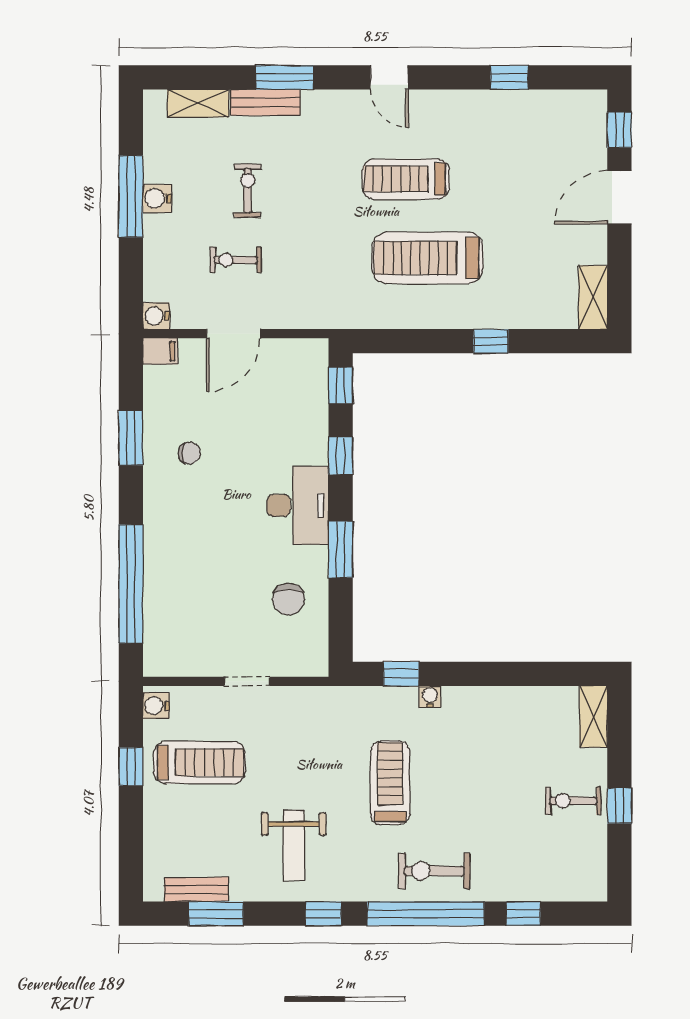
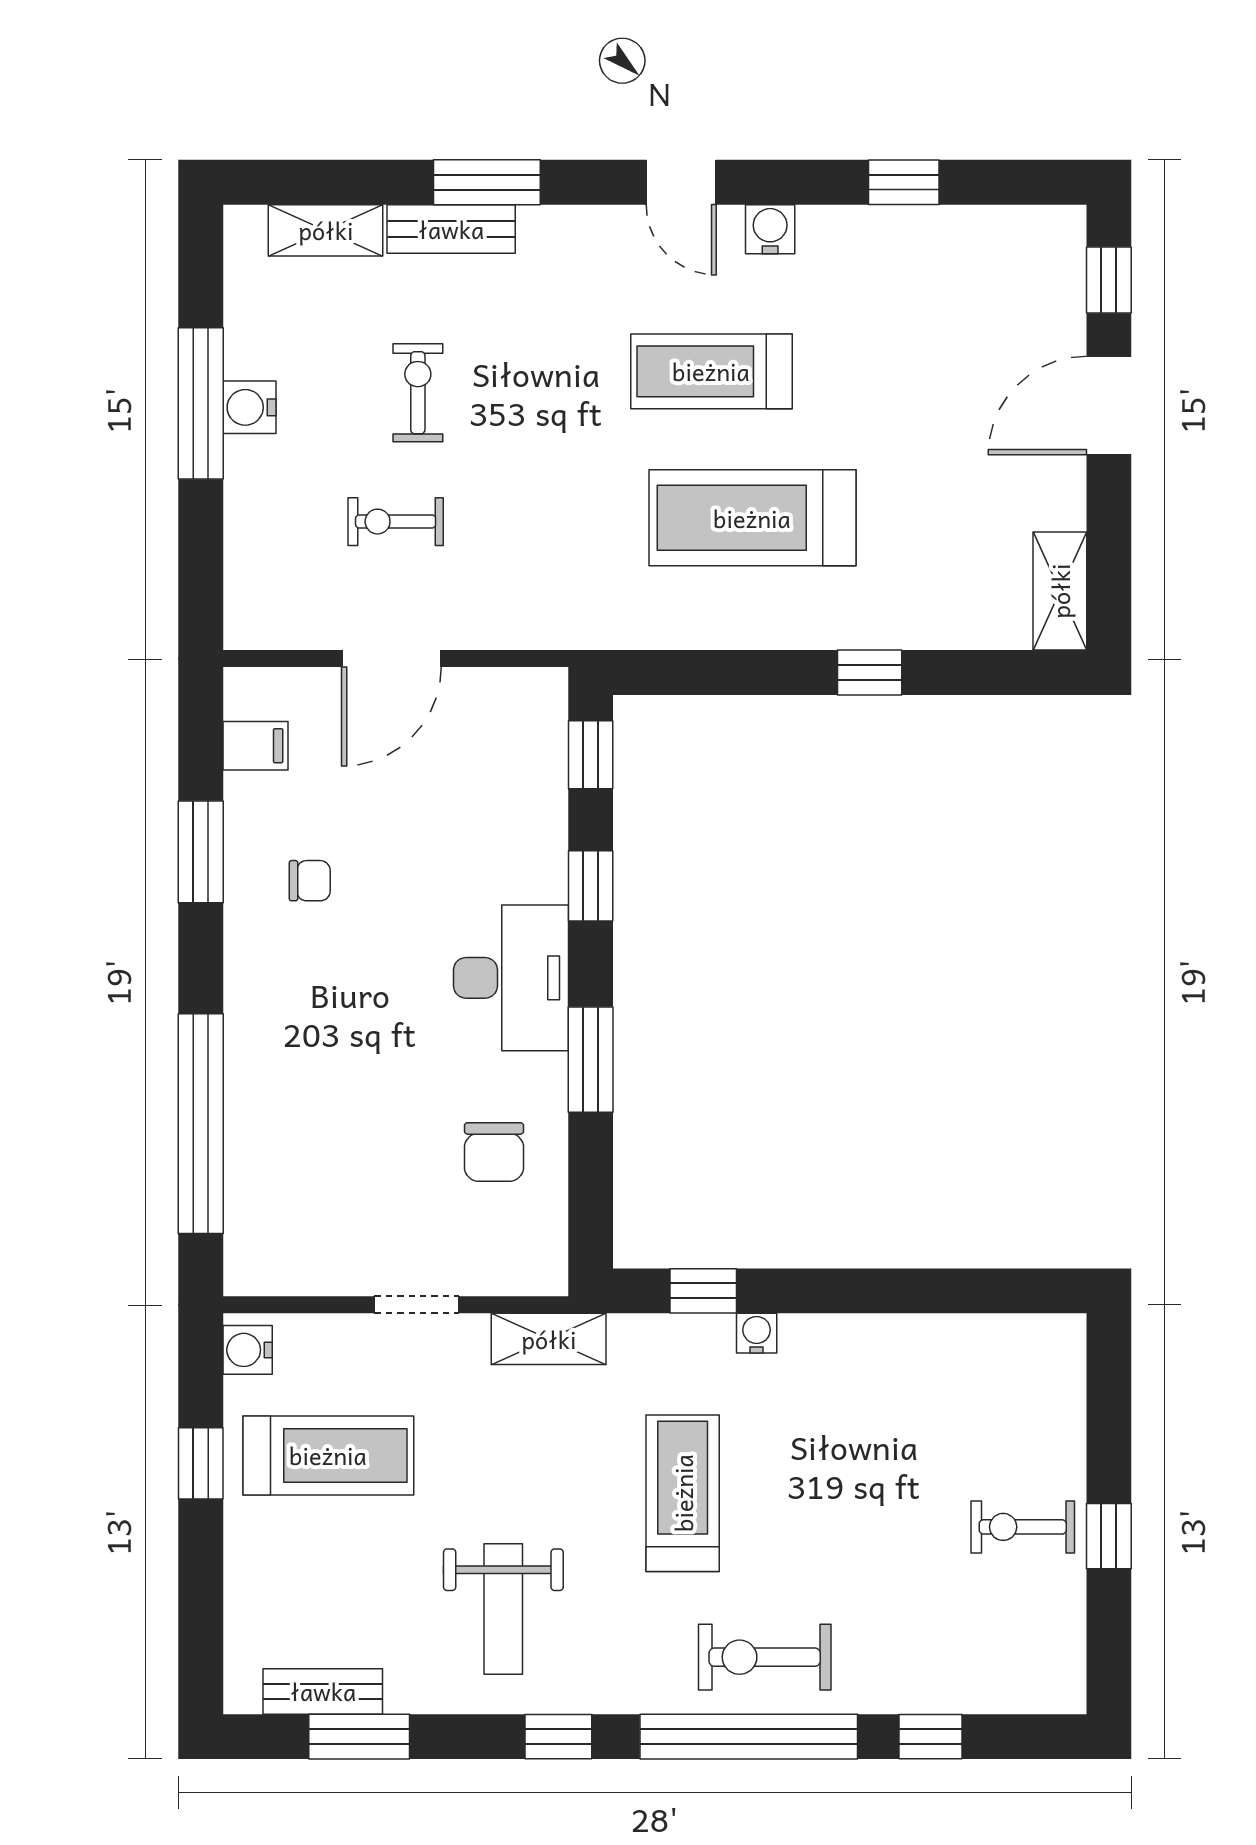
water cooler: (156, 316) -> (770, 229), moved, turned 90
filing cabinet: (160, 351) -> (255, 746), moved
shelving: (594, 717) -> (549, 1339), moved, turned 90

